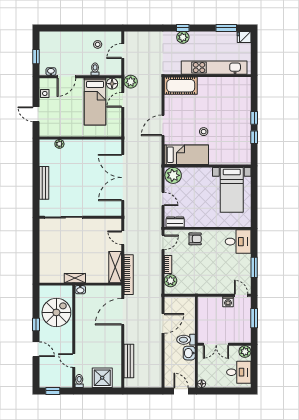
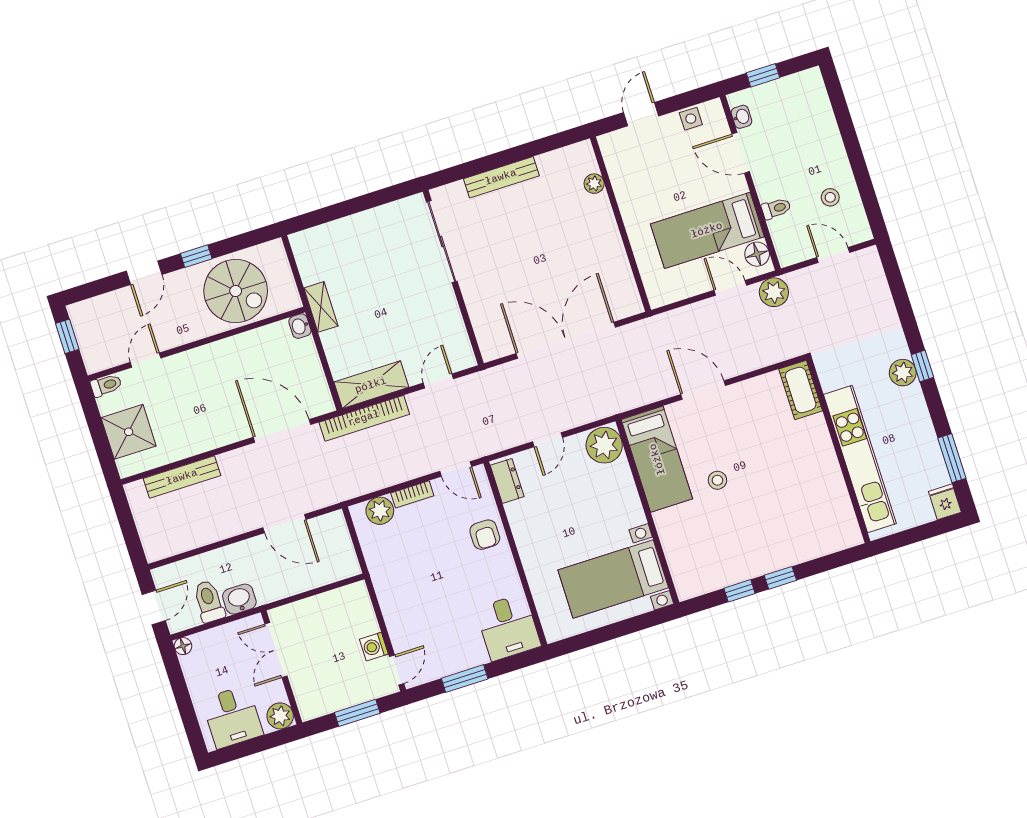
cot: (181, 86) -> (801, 390), width x0.73, depth x0.75
toilet: (186, 340) -> (209, 601), moved

